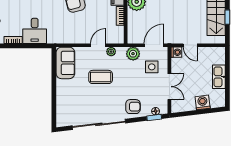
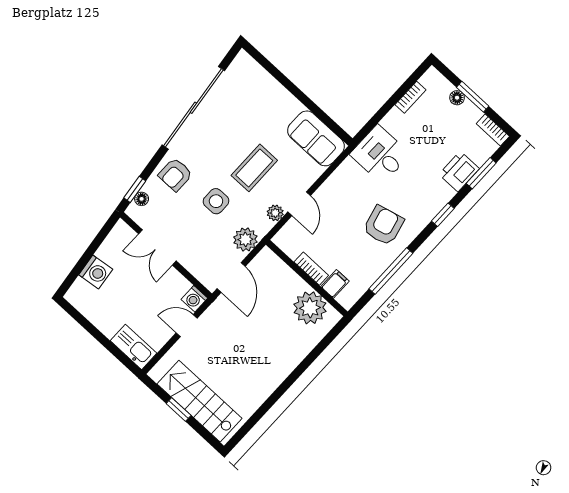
desk: (35, 31) -> (380, 154), moved
side table: (152, 67) -> (216, 201), moved
kitchen sink: (219, 77) -> (134, 347), moved

